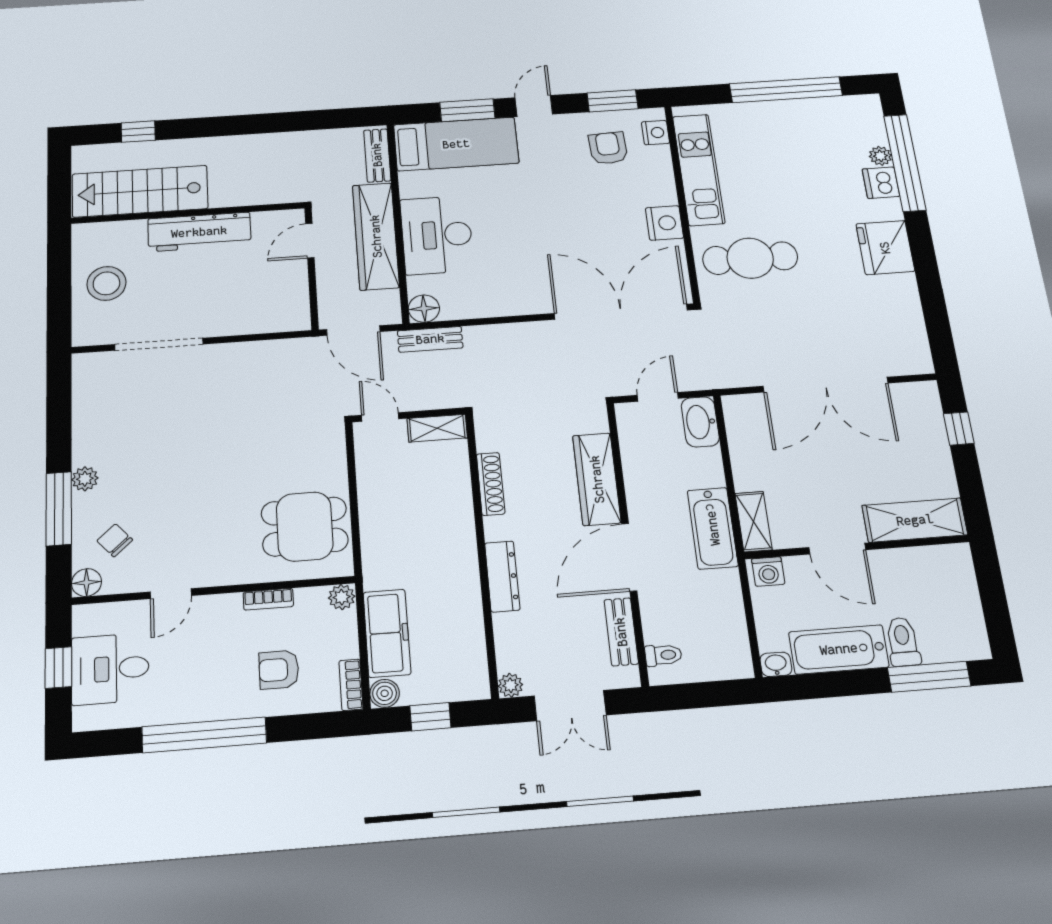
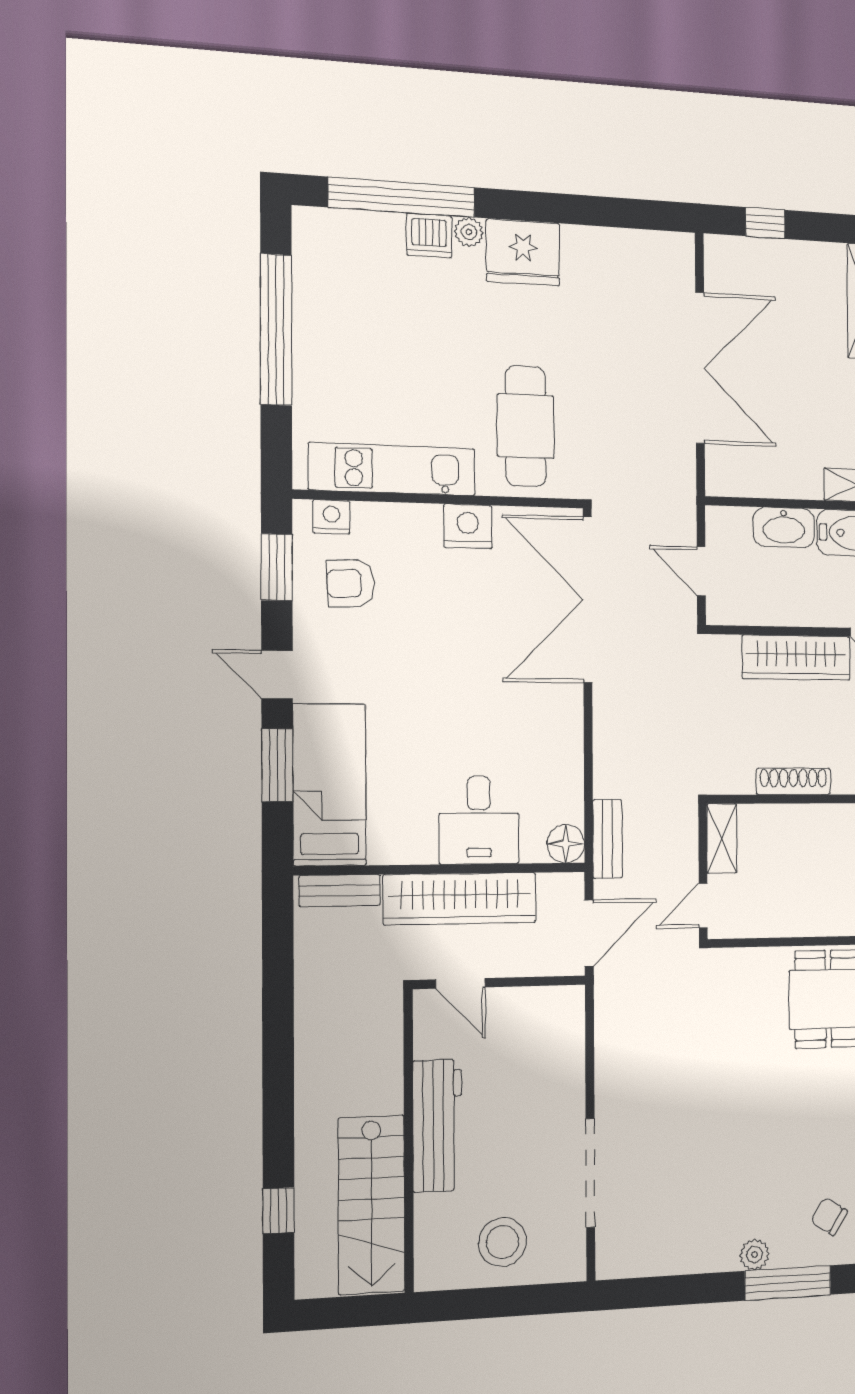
plant: (880, 156) -> (469, 232), moved
desk: (437, 235) -> (479, 820), width x0.73
washbasin: (700, 422) -> (784, 527), moved
chair: (115, 540) -> (829, 1216), turned 75

